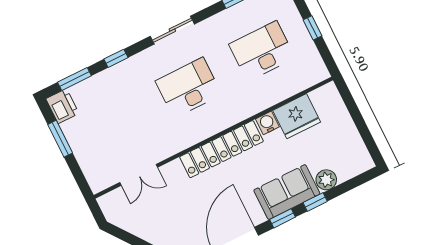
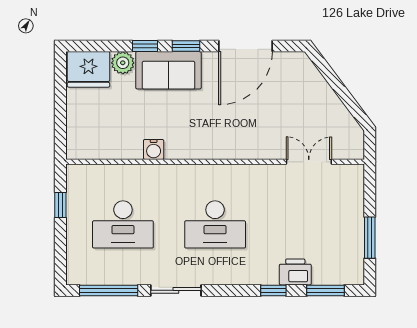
window: (313, 28) -> (60, 205), moved
sliding door: (172, 30) -> (176, 290), moved
printer: (62, 106) -> (295, 272), moved, turned 90
fridge: (297, 116) -> (88, 69), moved, turned 180
locker: (222, 149) -> (213, 146), removed

